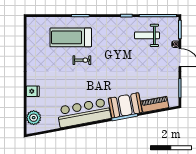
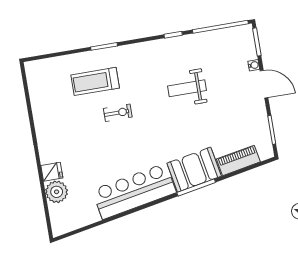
weight bench: (147, 35) -> (187, 88), moved
treadmill: (71, 37) -> (95, 81), width x0.73, depth x0.73
plant: (34, 118) -> (57, 192), moved

